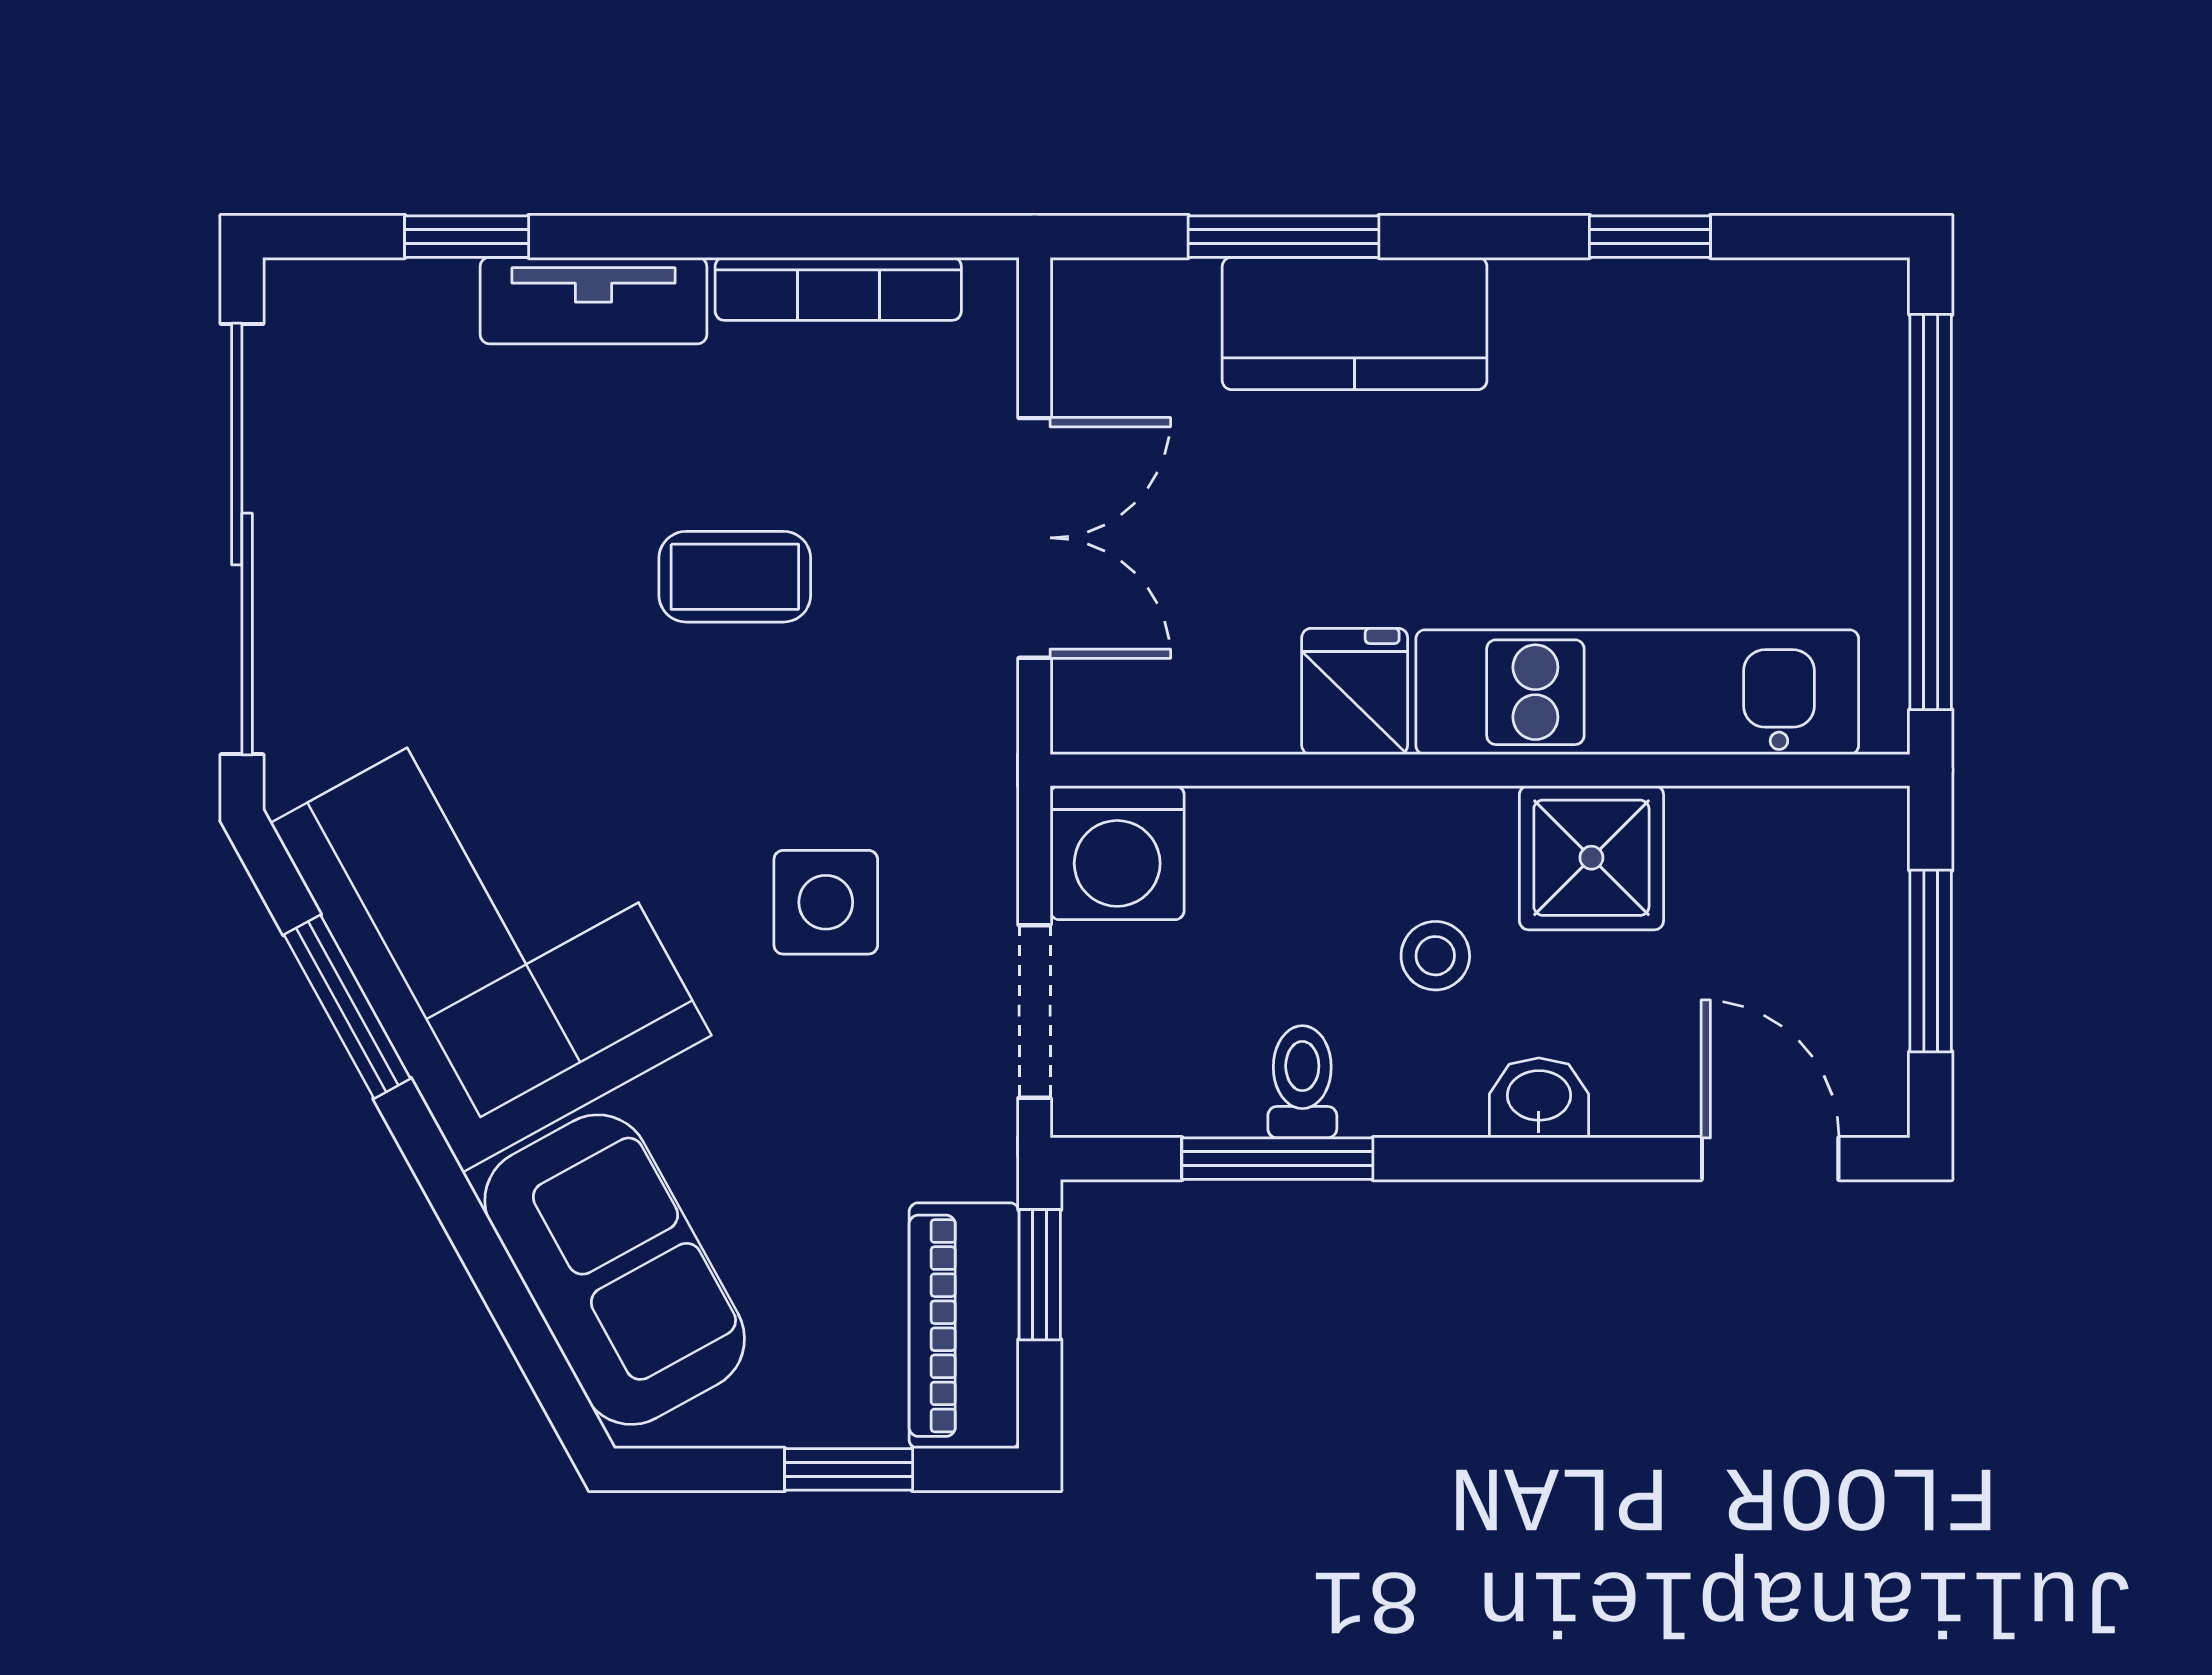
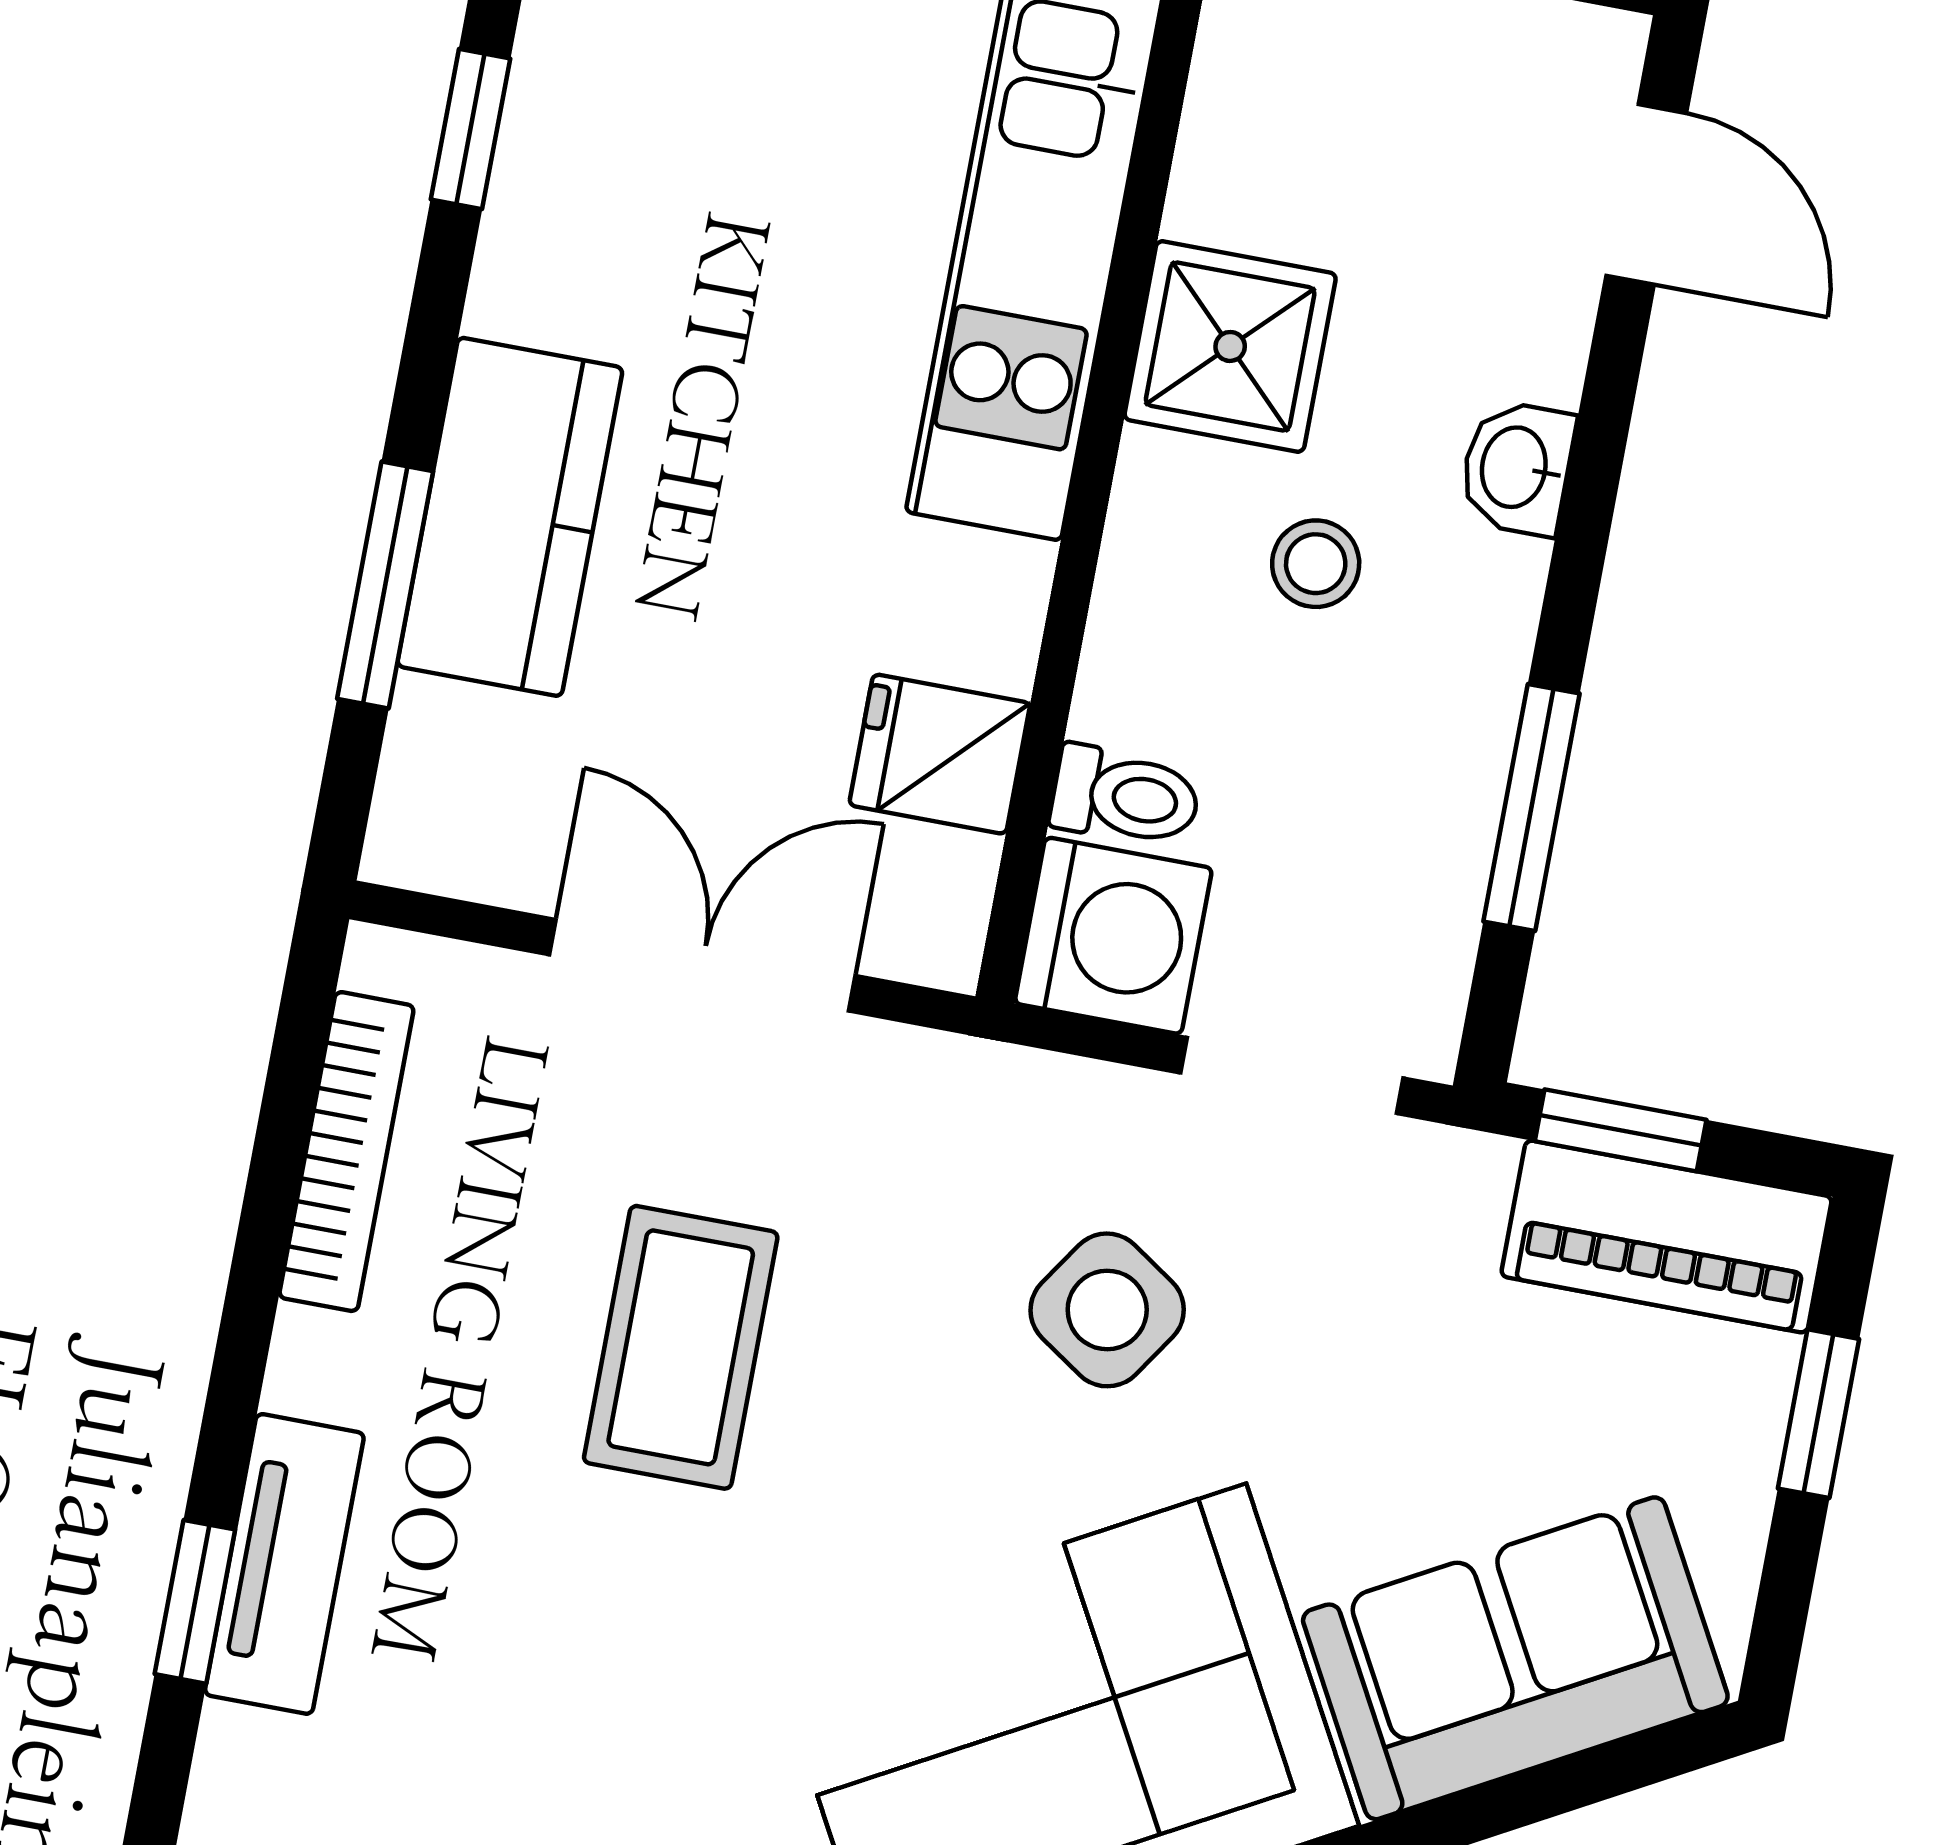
tv unit: (593, 301) -> (284, 1564), moved
coffee table: (735, 577) -> (681, 1347), width x1.36, depth x1.30
fridge: (1355, 691) -> (940, 754), moved
side table: (826, 902) -> (1107, 1310), turned 34
toilet: (1302, 1082) -> (1125, 797), moved, turned 180
door: (1770, 1159) -> (1646, 194), swing flipped

